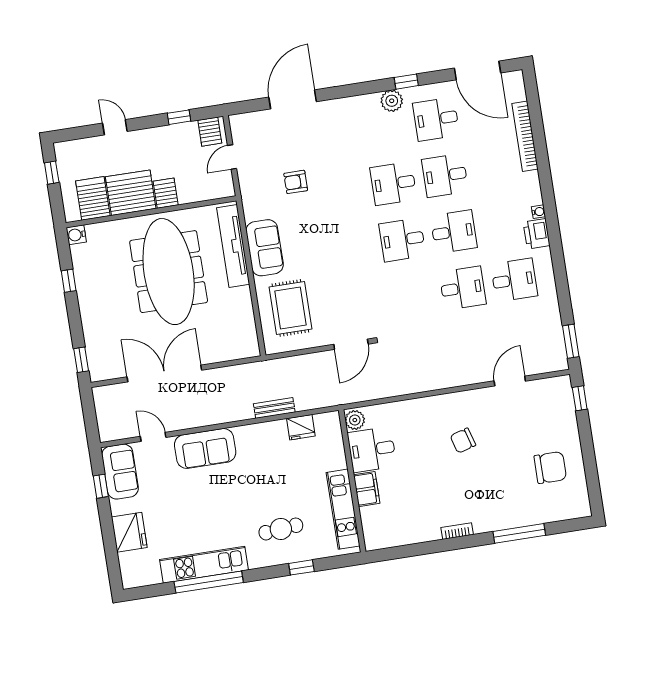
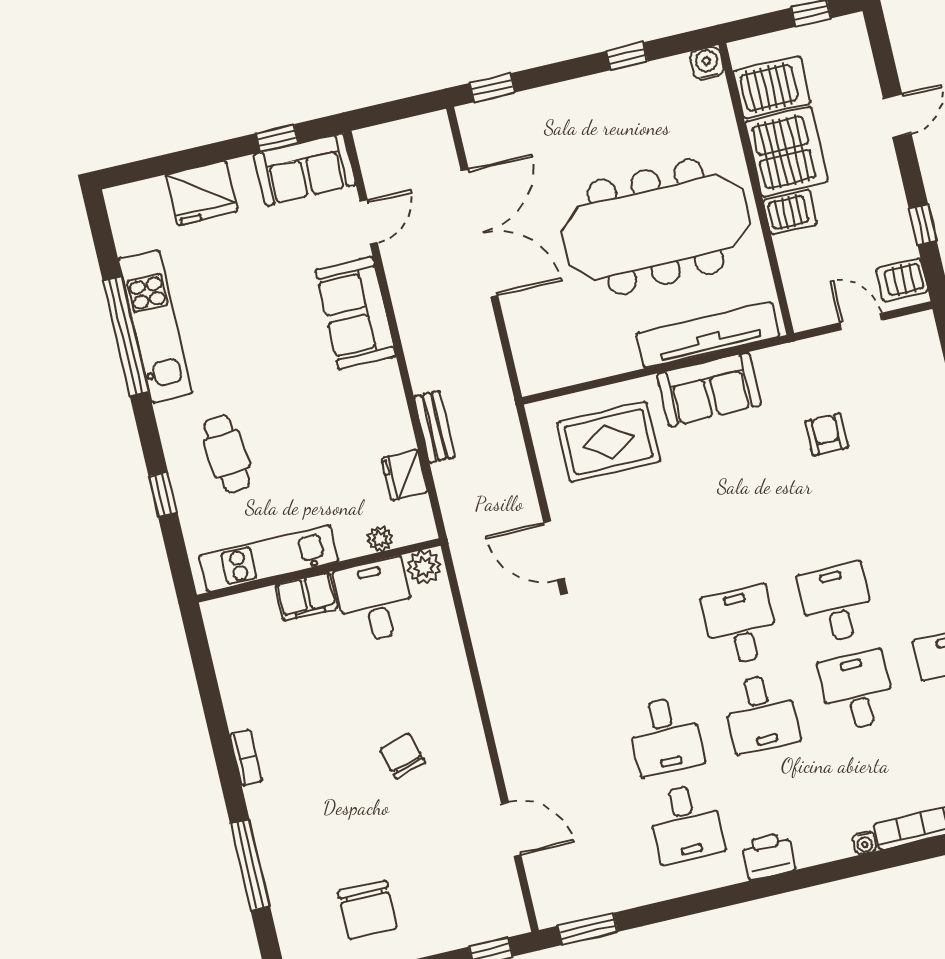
water cooler: (538, 212) -> (864, 843), moved
plant: (337, 444) -> (380, 539), added

